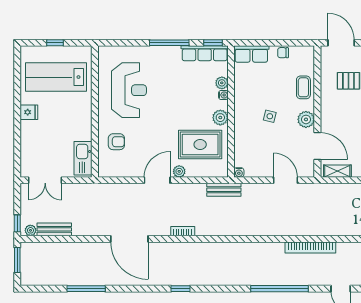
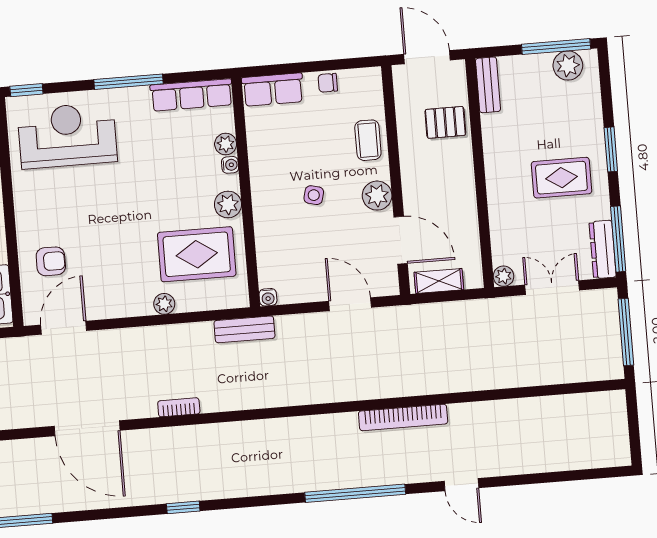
window: (213, 43) -> (26, 90), moved
reception desk: (129, 90) -> (67, 136), moved, turned -90
door: (157, 180) -> (64, 328), moved

